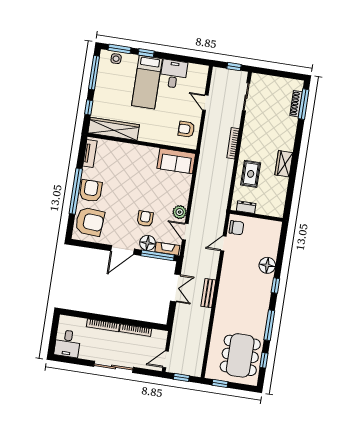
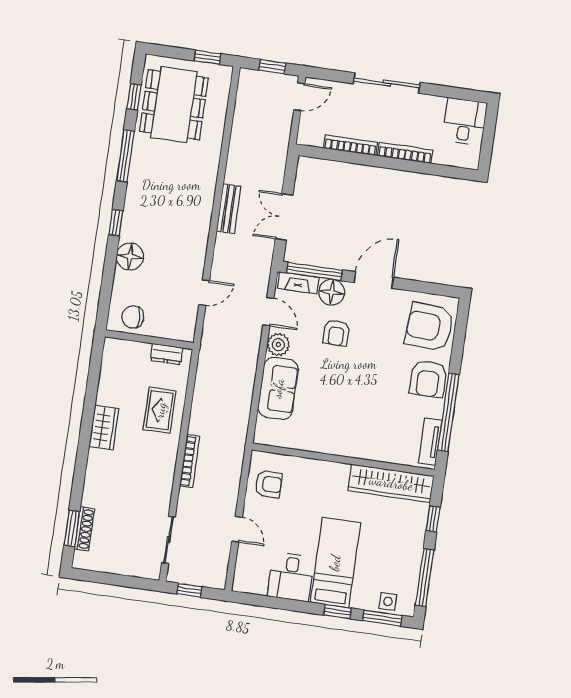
window: (304, 104) -> (72, 528), width x0.69
sofa: (176, 161) -> (278, 388), moved, turned 90
window: (76, 191) -> (448, 412), moved
chair: (236, 228) -> (133, 317), moved

